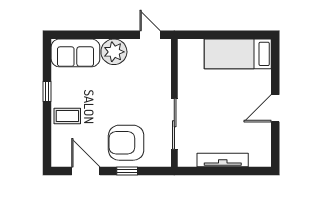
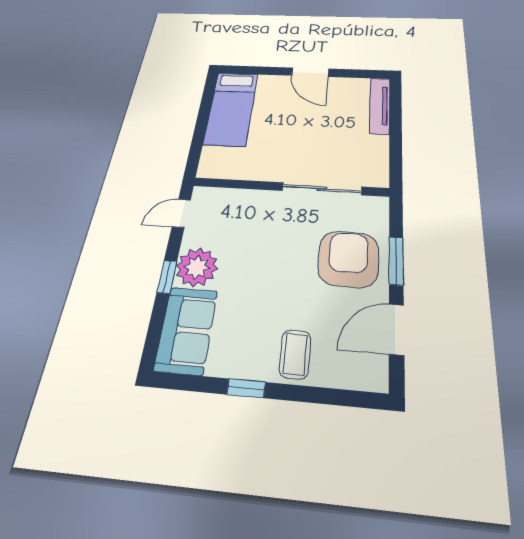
window: (106, 35) -> (167, 277), added
armchair: (126, 143) -> (348, 259), turned 180
tv unit: (223, 160) -> (380, 106), moved
window: (127, 171) -> (396, 261), width x1.50

